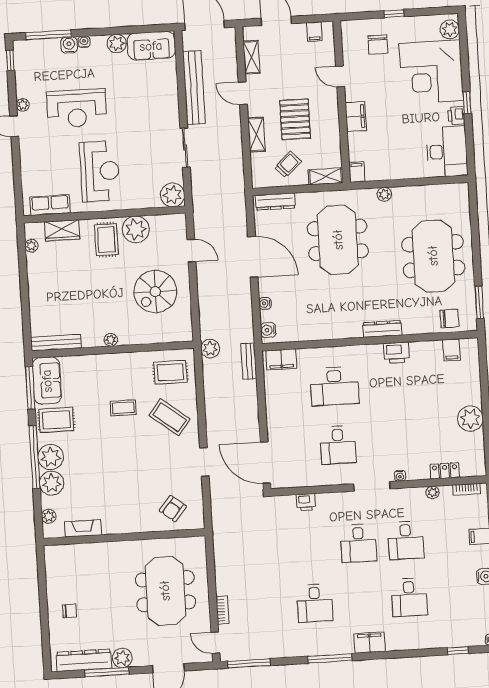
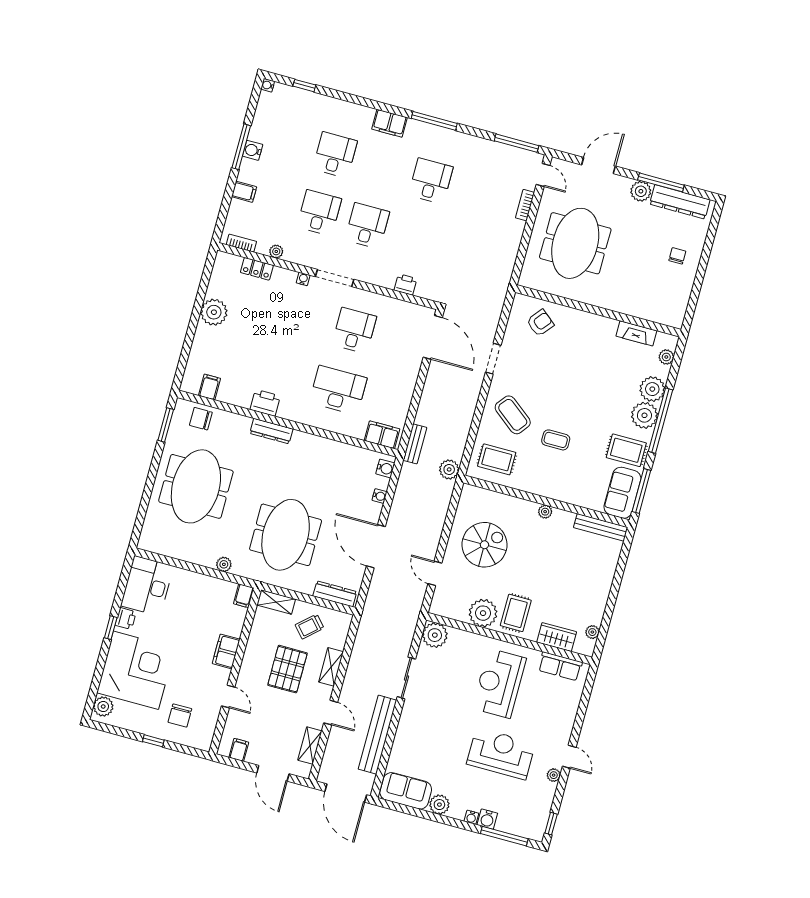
chair: (378, 45) -> (180, 716), turned 180
chair: (70, 611) -> (677, 256), turned 90

